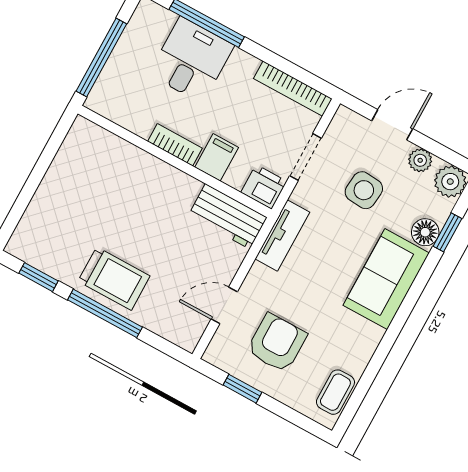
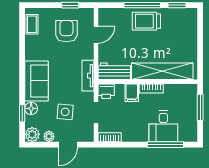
window: (101, 57) -> (200, 107), width x0.69
bookcase: (293, 89) -> (110, 137), width x0.64
shelving: (136, 166) -> (162, 71), added
armchair: (277, 343) -> (66, 31), turned 180

